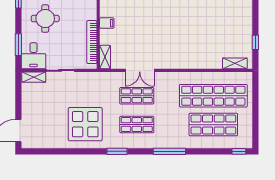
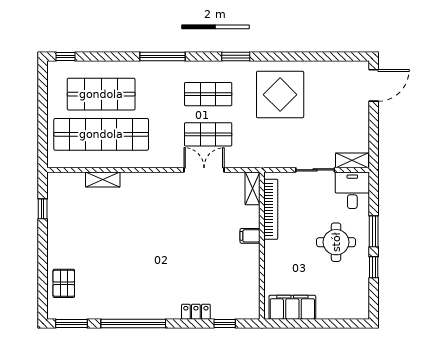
window: (18, 45) -> (374, 231), moved
shelving: (235, 63) -> (103, 180), moved

